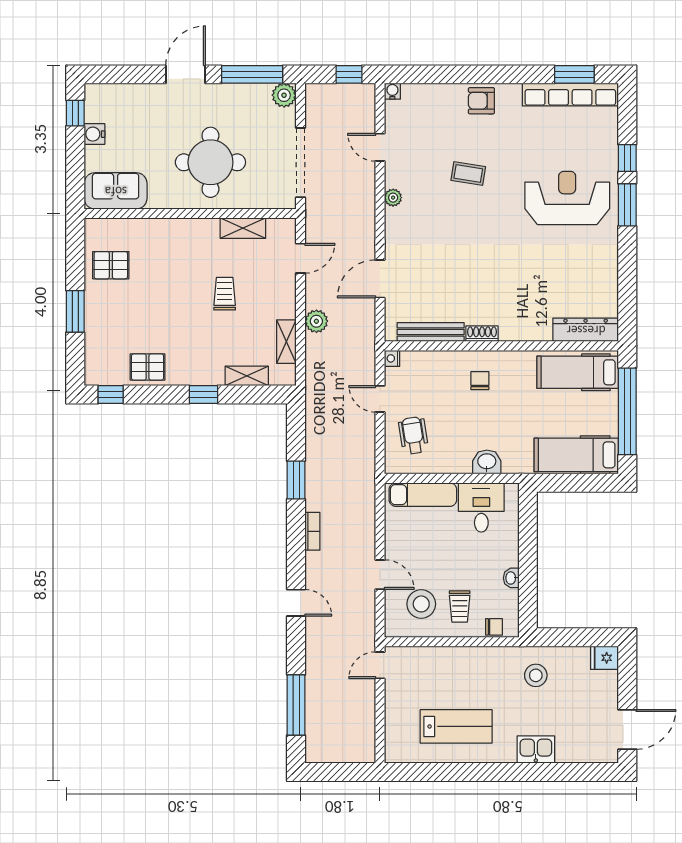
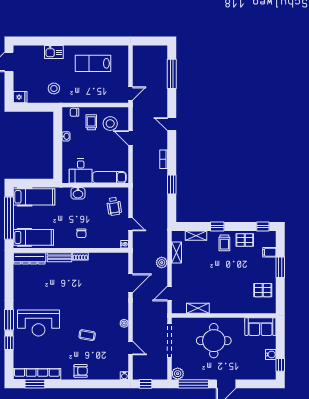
trolley: (225, 294) -> (224, 243), moved
bench: (431, 332) -> (59, 257), moved, width x0.73
filing cabinet: (97, 342) -> (269, 252), added

